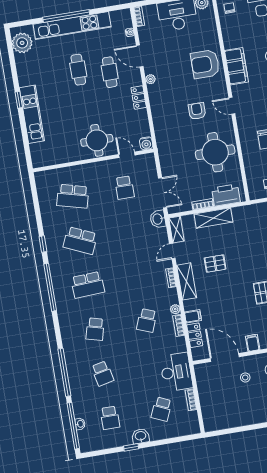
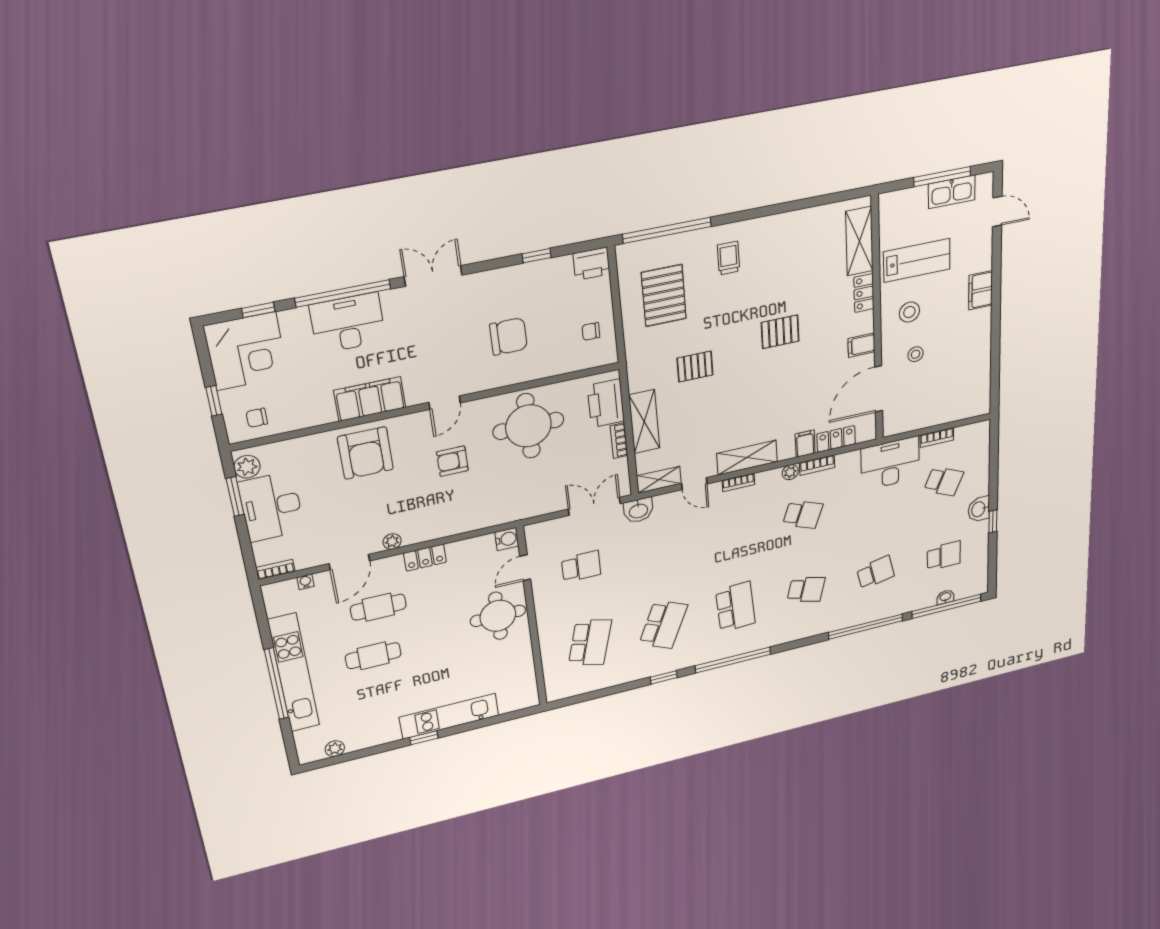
plant: (22, 43) -> (335, 749), width x0.53, depth x0.53
pallet: (215, 264) -> (695, 367), moved, turned 90

